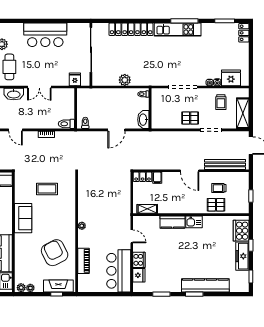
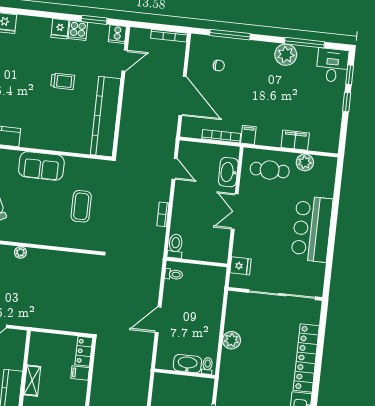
washbasin: (143, 120) -> (187, 364), moved
door: (15, 130) -> (175, 169), swing flipped
door: (116, 130) -> (158, 320), hinge flipped
shelving: (147, 209) -> (32, 381), moved

